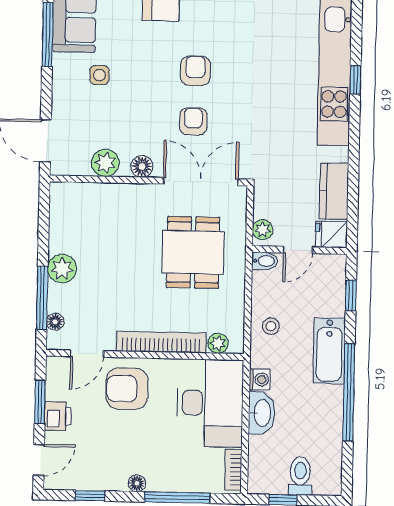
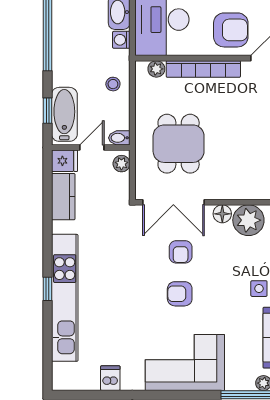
armchair: (195, 71) -> (180, 294), turned 90
plant: (105, 163) -> (248, 220), width x1.36, depth x1.36
bathtub: (329, 351) -> (64, 114), moved

